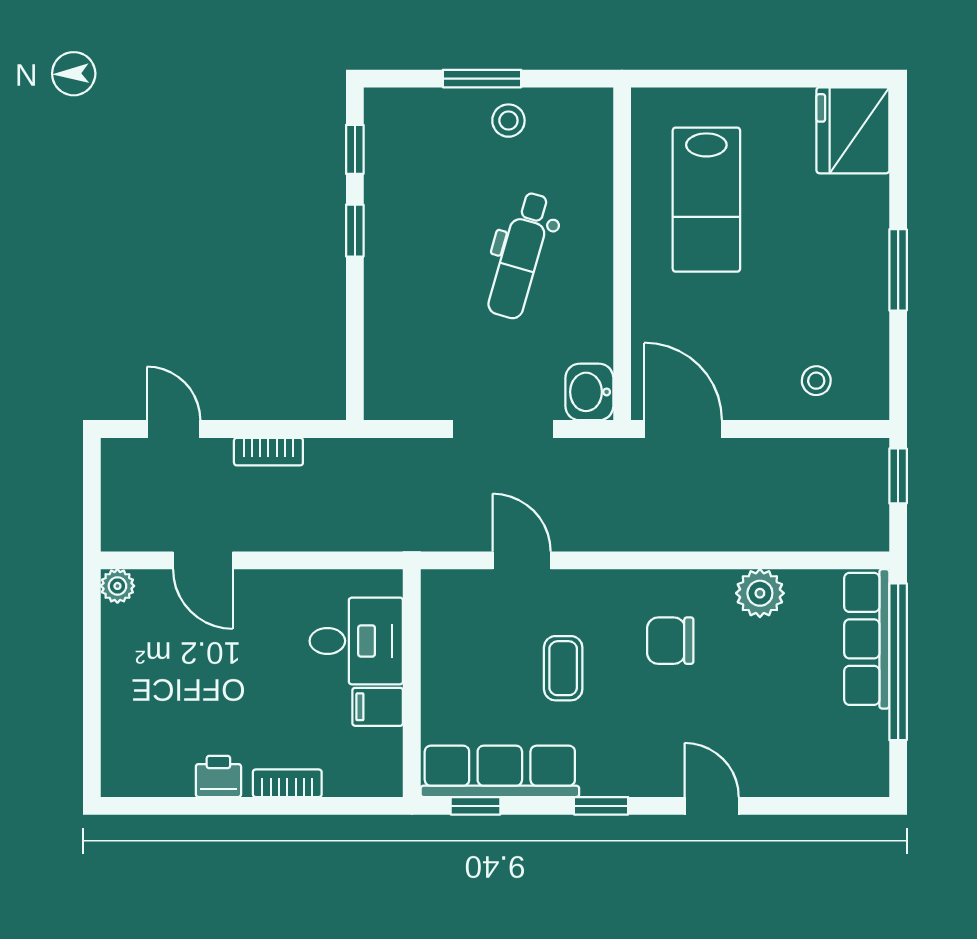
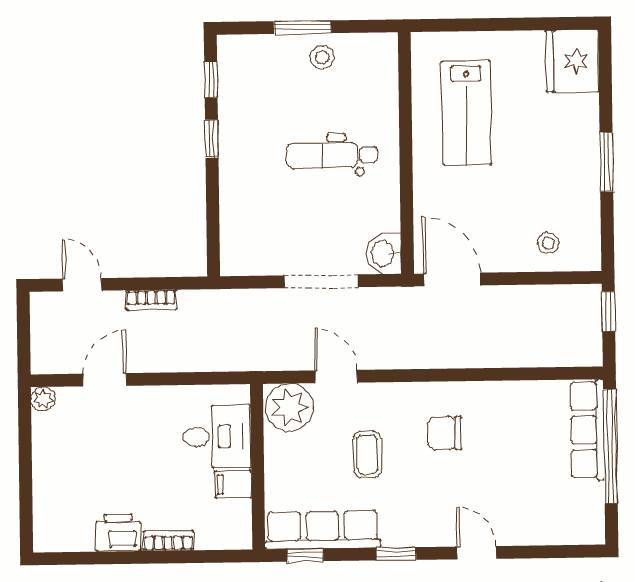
dental chair: (520, 255) -> (332, 155), turned 74
door: (203, 560) -> (105, 380), swing flipped
plant: (760, 593) -> (289, 407), moved, width x1.36, depth x1.36
printer: (218, 776) -> (118, 533), width x1.36, depth x1.24

